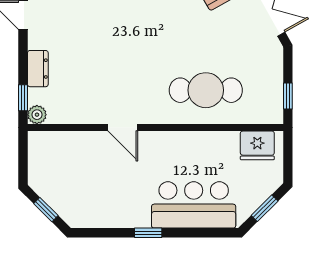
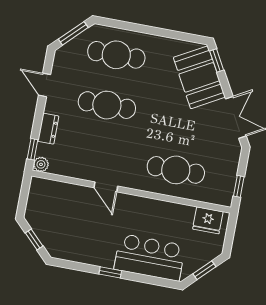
cafe table: (105, 26) -> (107, 105), added

